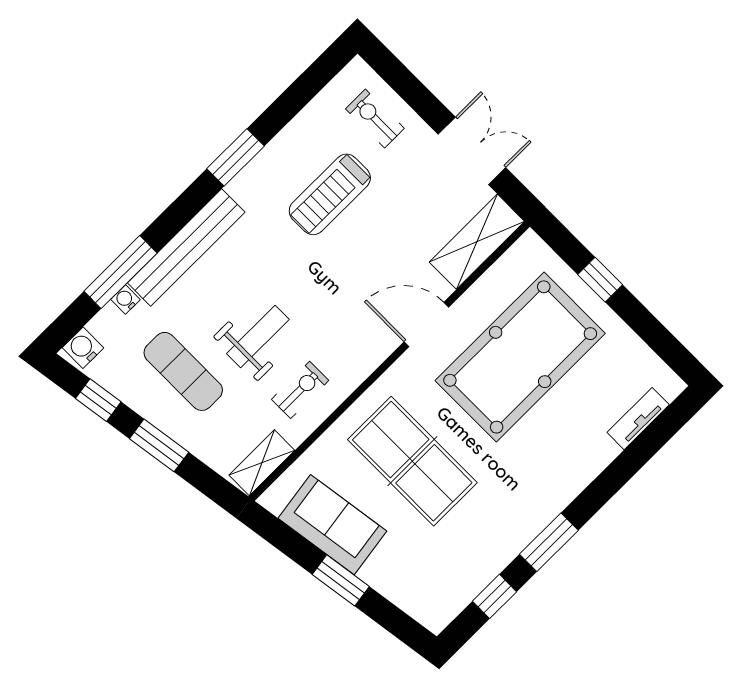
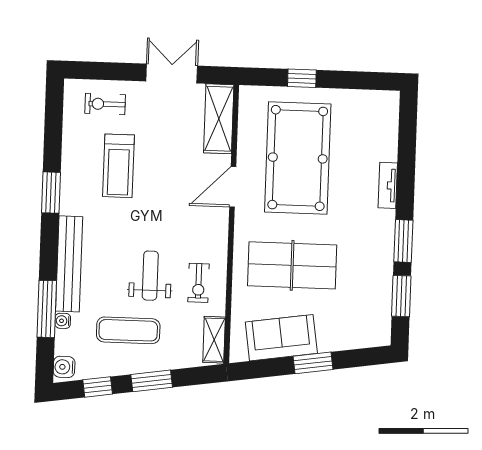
exercise bike: (300, 390) -> (199, 283), turned 180
tv unit: (638, 419) -> (388, 185), moved
window: (494, 596) -> (401, 296), width x1.50

